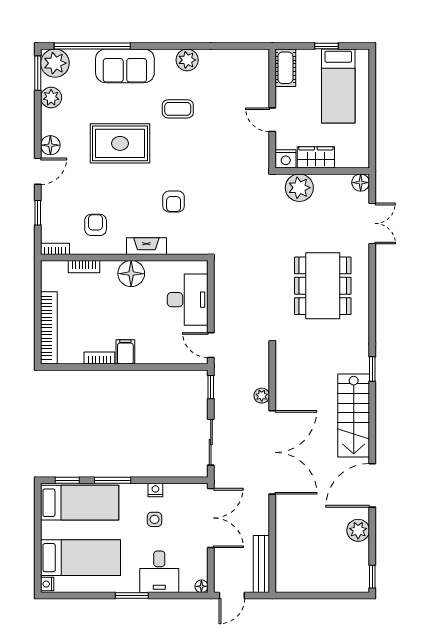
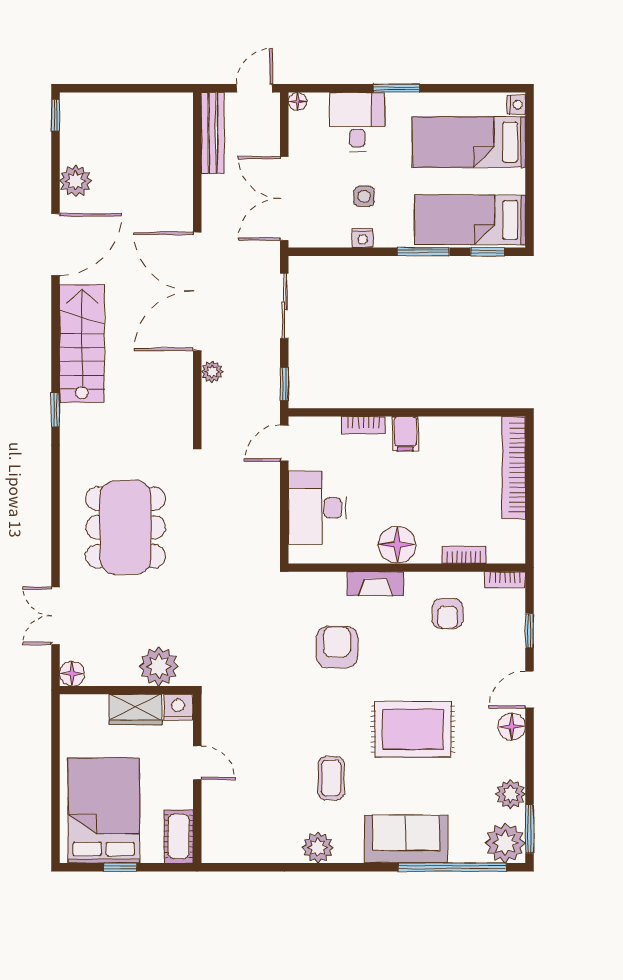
bed: (338, 86) -> (104, 810), width x1.50
coffee table: (178, 109) -> (331, 778), turned 90
armchair: (174, 201) -> (337, 647), width x1.38, depth x1.38
door: (211, 345) -> (284, 443), swing flipped
bookcase: (99, 358) -> (363, 425), moved

